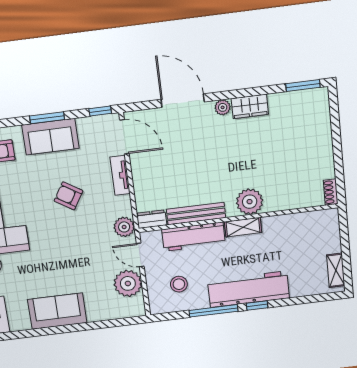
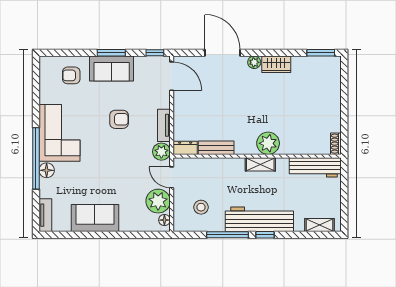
tv unit: (120, 175) -> (164, 125), moved
armchair: (68, 196) -> (119, 119), turned 148
bench: (196, 214) -> (216, 148), width x0.73
workbench: (194, 237) -> (315, 167), moved
shelving: (336, 270) -> (319, 225), moved, turned 90
floor lamp: (138, 304) -> (164, 220), added

